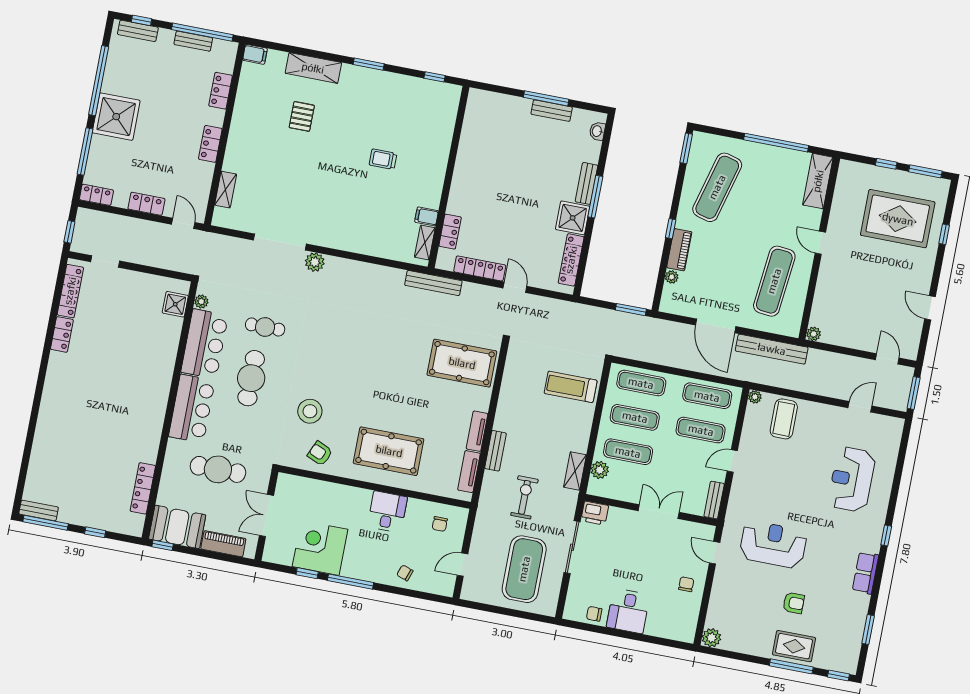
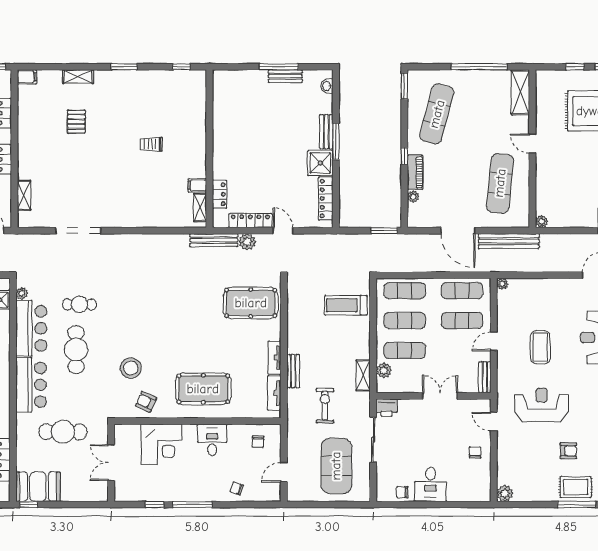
shelving: (313, 68) -> (78, 77), width x0.67, depth x0.75
plant: (315, 262) -> (247, 242), moved
coffee table: (784, 419) -> (540, 347), moved
piano: (223, 544) -> (79, 493), removed
corner desk: (320, 548) -> (162, 444), moved, turned 180

